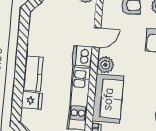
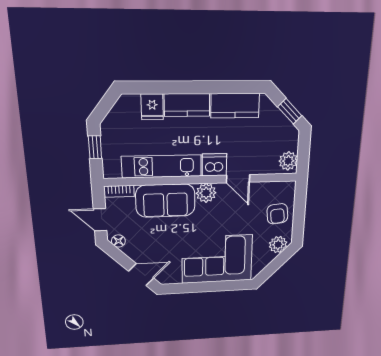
kitchen counter: (37, 36) -> (235, 106), added

